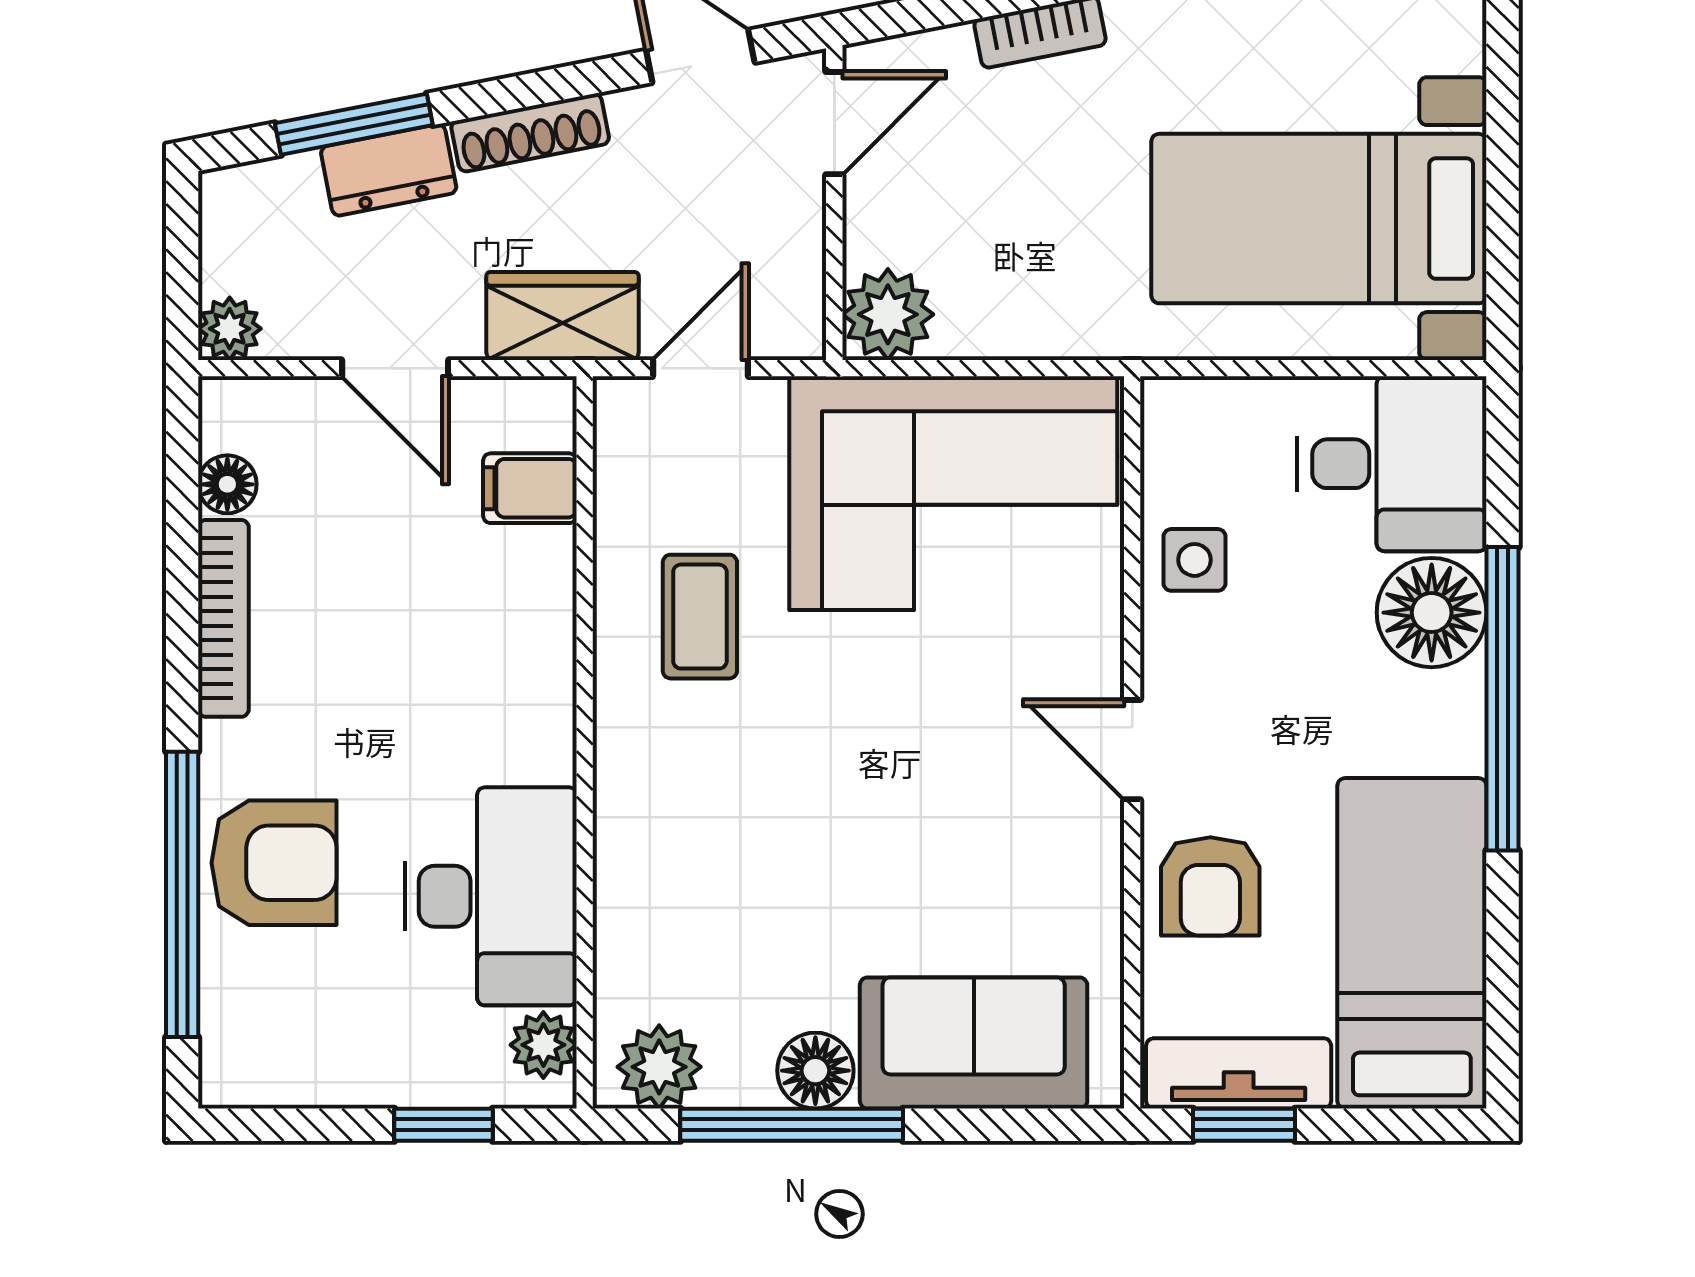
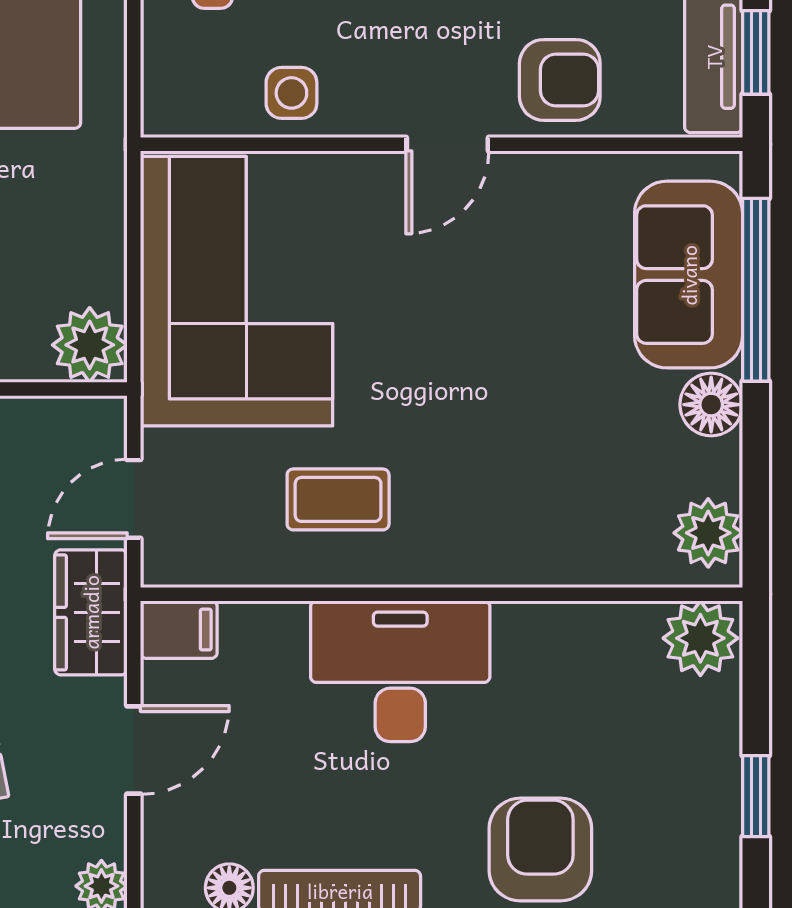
door: (701, 368) -> (134, 499), hinge flipped
filing cabinet: (530, 488) -> (179, 630), moved, turned -90
desk: (491, 896) -> (400, 671), moved
plant: (543, 1045) -> (700, 638), width x1.38, depth x1.38
window: (444, 1125) -> (756, 796), moved
window: (792, 1125) -> (756, 290), moved

